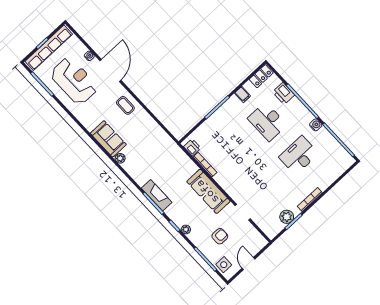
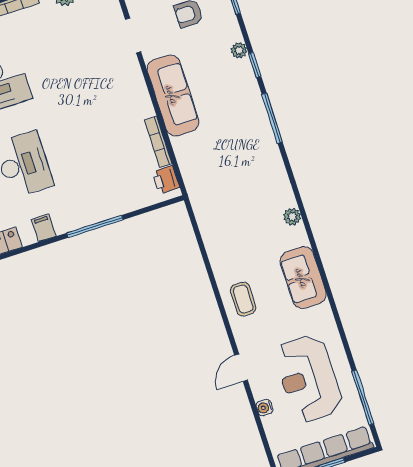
door: (110, 70) -> (241, 368), width x0.53
sofa: (108, 139) -> (303, 278), moved
fireplace: (157, 195) -> (261, 129), removed

